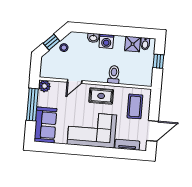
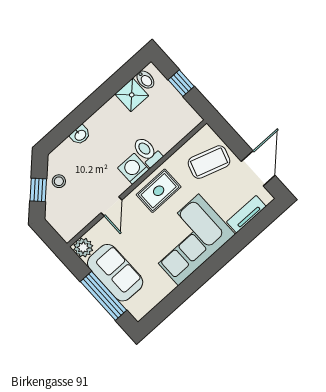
washing machine: (106, 41) -> (133, 169), moved, turned 180
window: (32, 105) -> (103, 296), moved
coffee table: (135, 106) -> (209, 162), turned -72
sofa: (45, 125) -> (115, 273), moved

